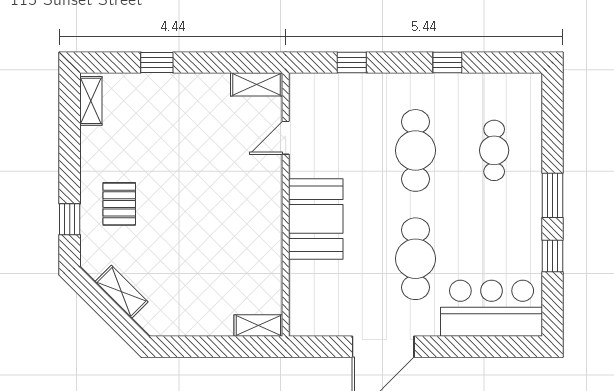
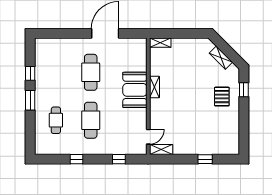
shelving: (91, 101) -> (154, 87), moved
door: (286, 138) -> (148, 137), moved
bar counter: (492, 308) -> (57, 50), removed

